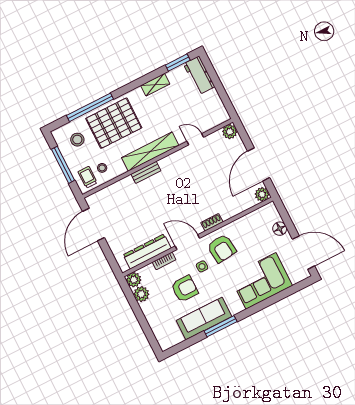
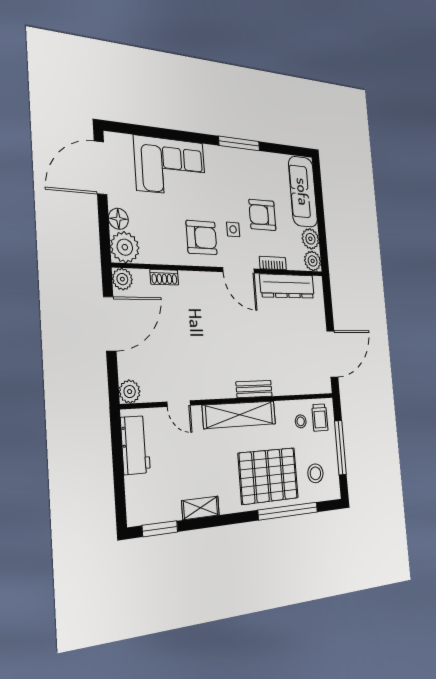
workbench: (199, 75) -> (135, 445), moved
plant: (269, 214) -> (125, 247), added
shoe rack: (212, 222) -> (164, 277), moved
armchair: (222, 248) -> (202, 237), turned 96
door: (303, 253) -> (101, 168), hinge flipped
sofa: (204, 318) -> (303, 192), moved, turned 90

